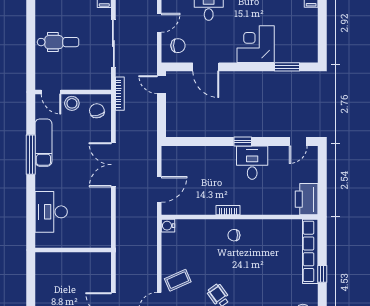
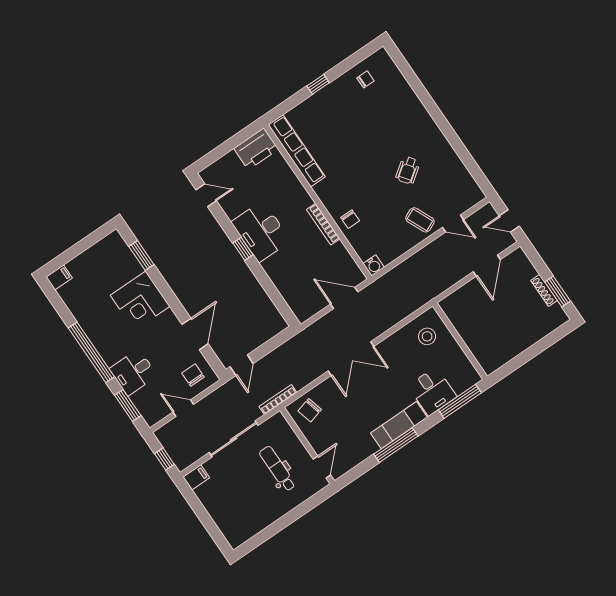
dental chair: (58, 42) -> (277, 469), moved
stool: (72, 103) -> (427, 336), moved
exam couch: (43, 143) -> (399, 425), moved
desk: (252, 163) -> (261, 231), width x1.37
bookcase: (228, 210) -> (323, 224), width x1.56
desk: (51, 212) -> (432, 391), width x0.73
window: (31, 221) -> (460, 401), added
chair: (234, 235) -> (350, 219), moved
row of seats: (310, 251) -> (297, 151), moved, turned -90

